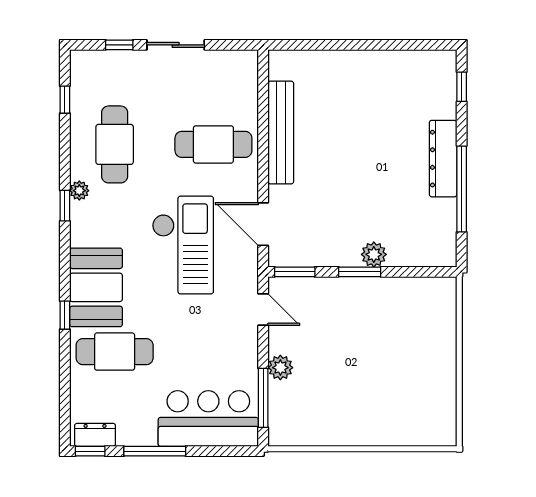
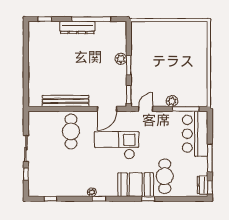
cafe table: (115, 144) -> (71, 176), removed

